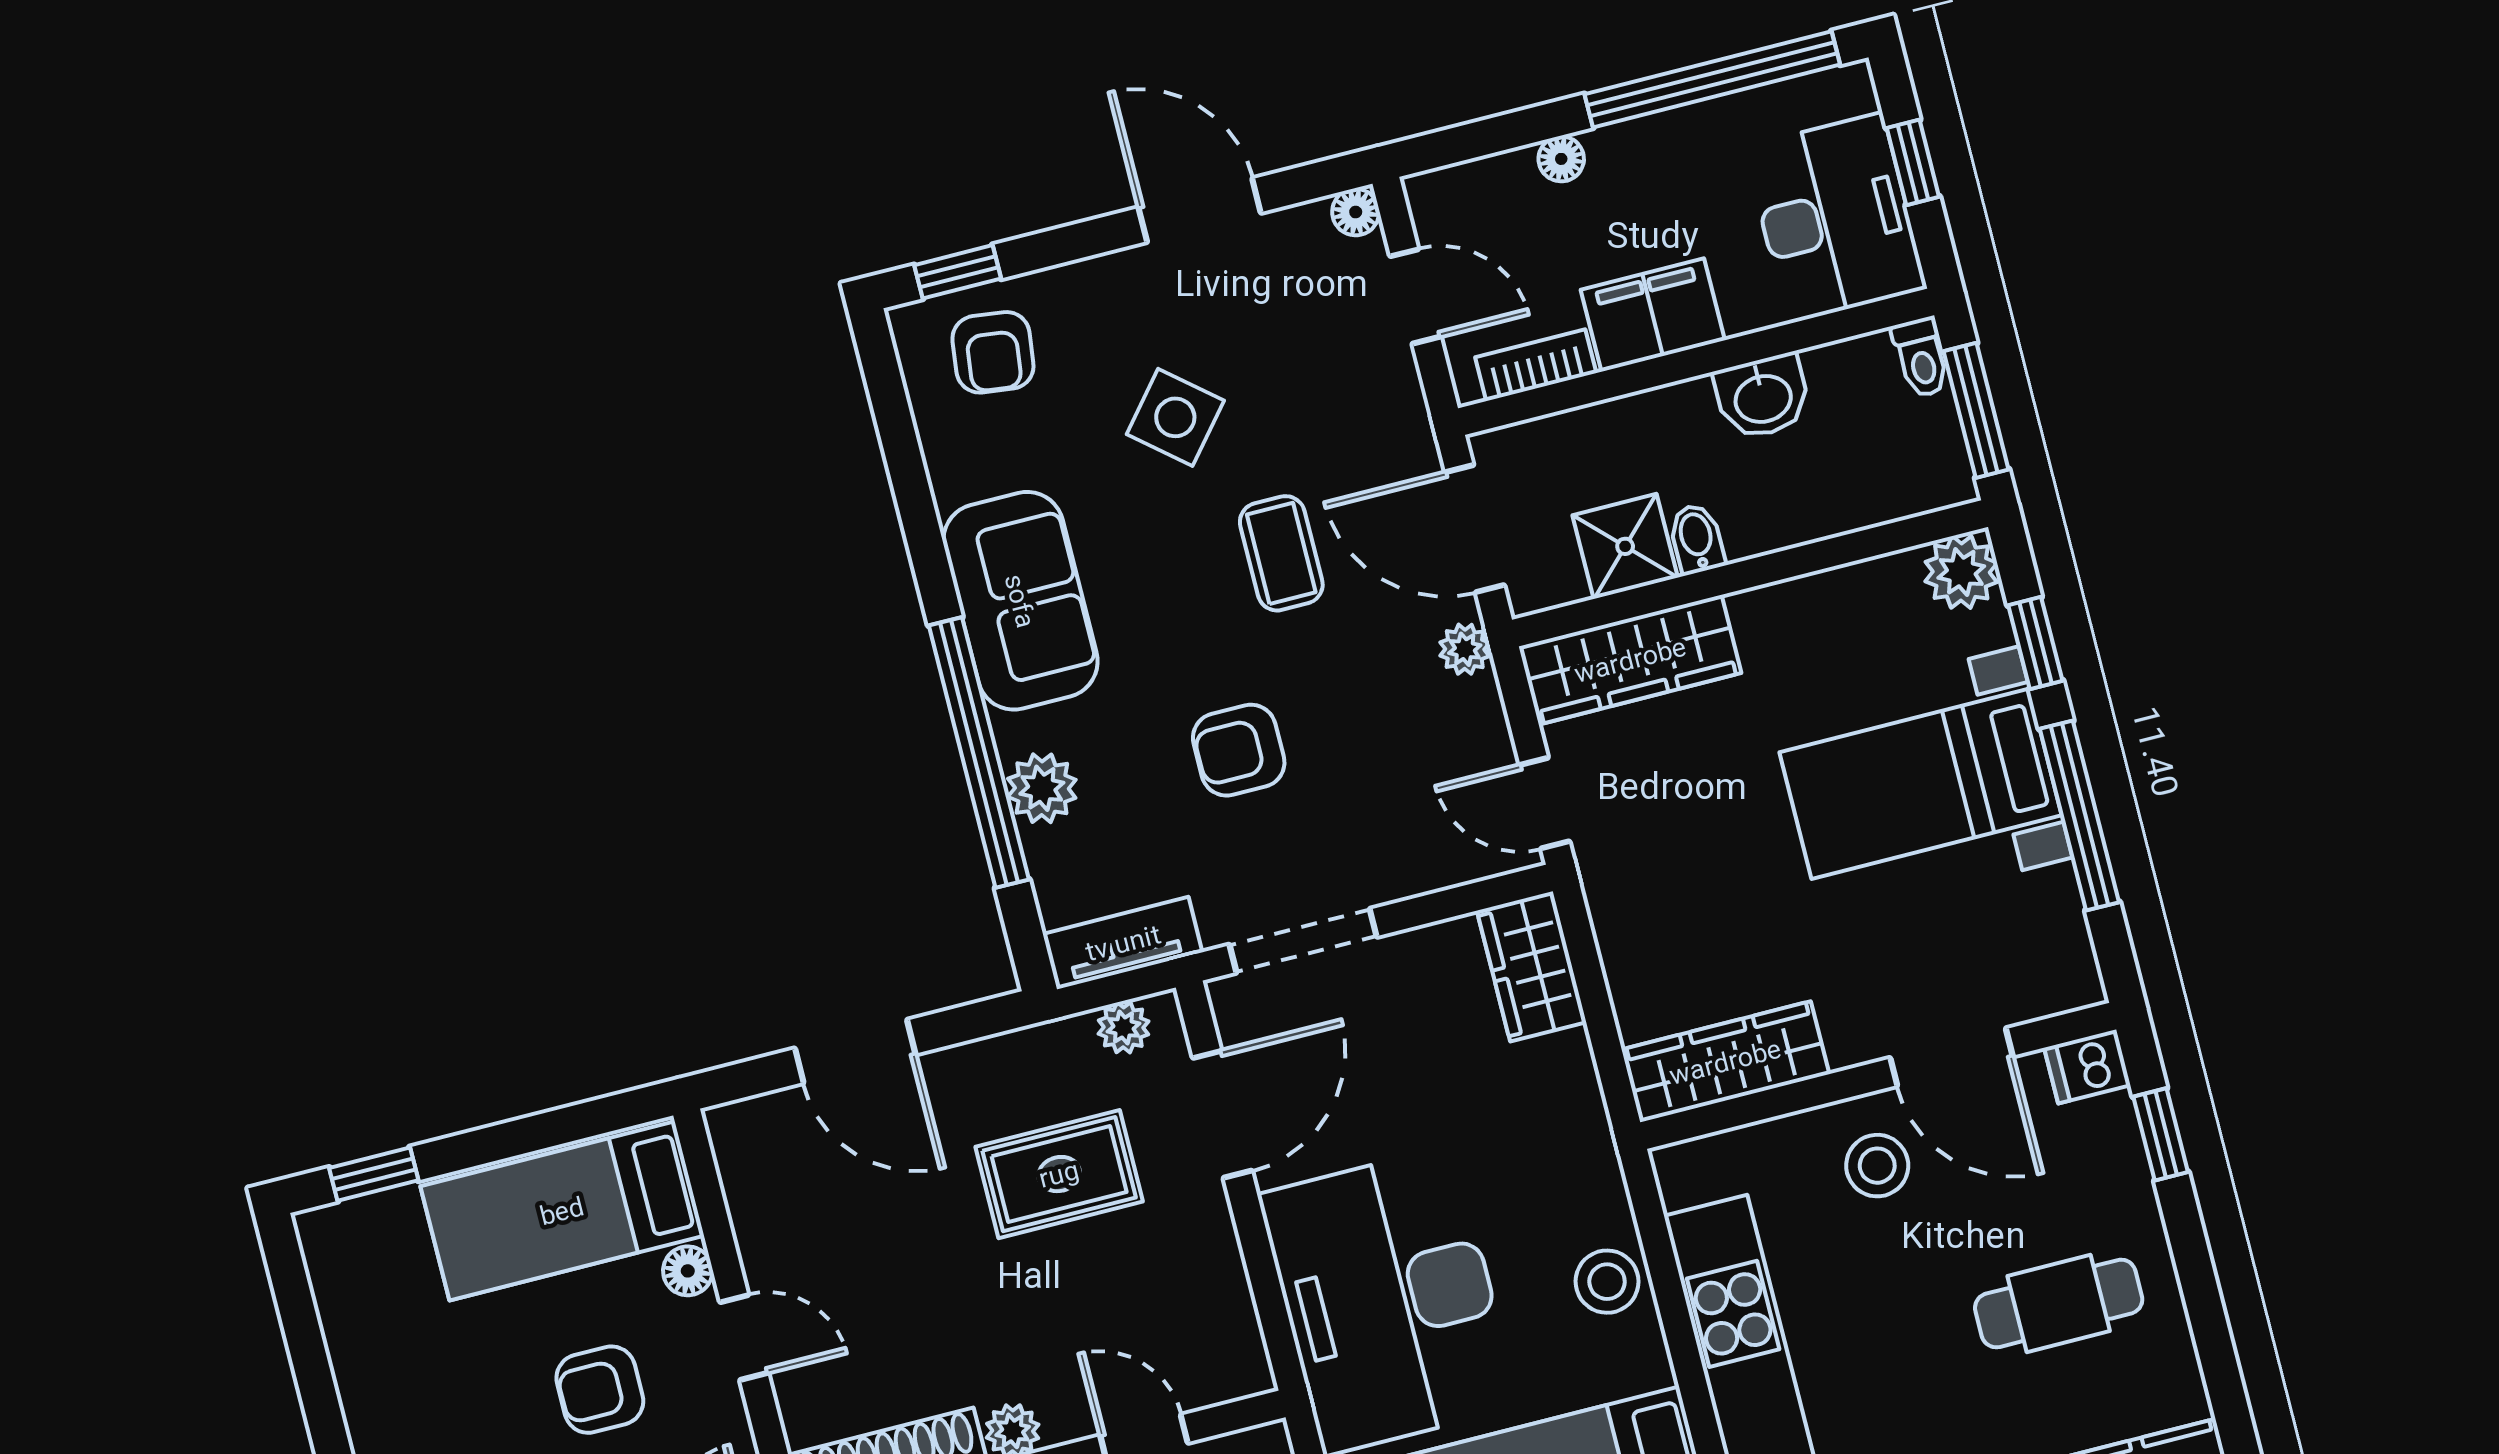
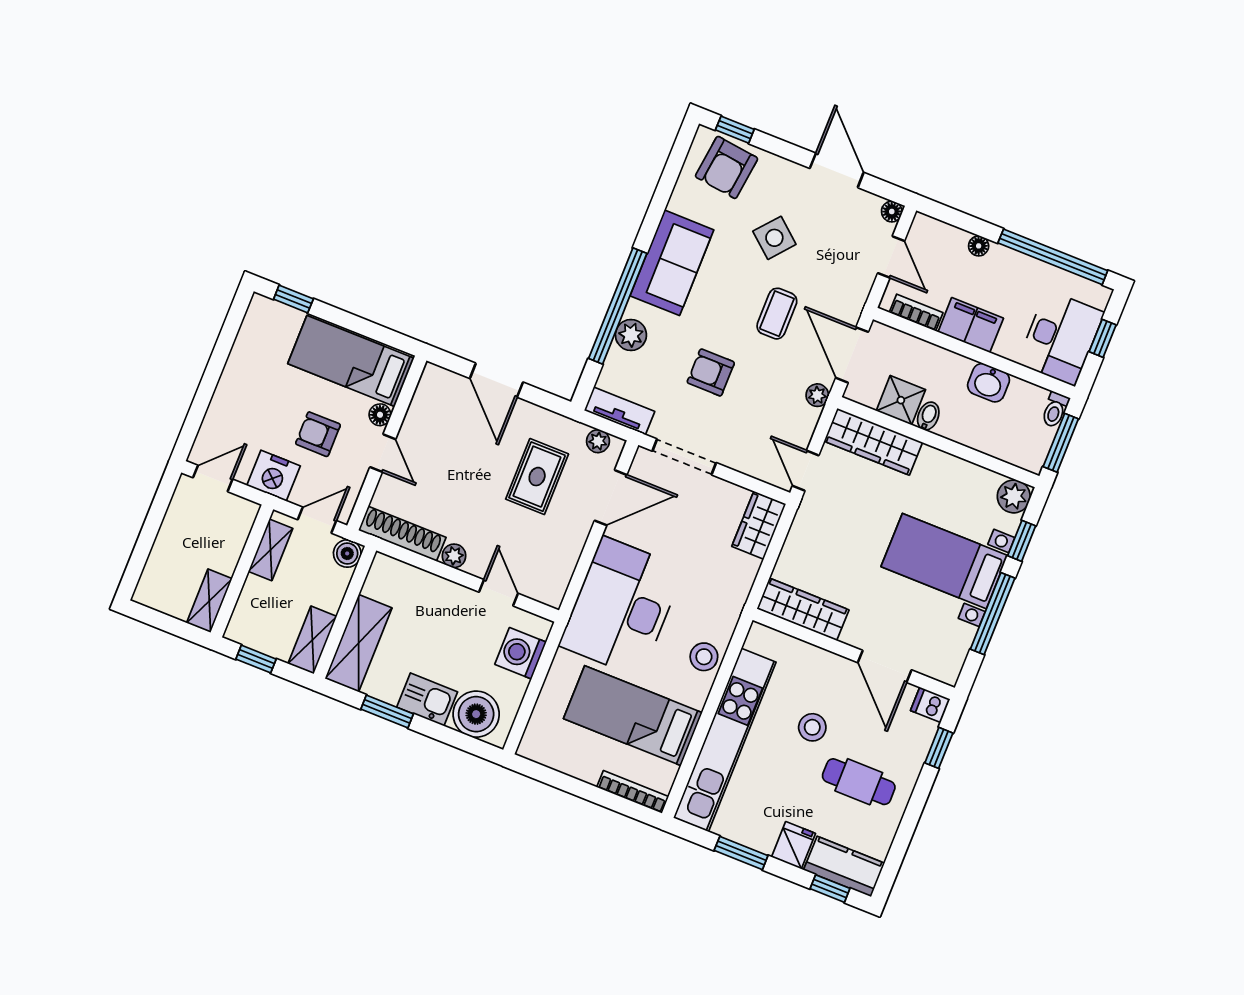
armchair: (993, 352) -> (727, 167), width x1.38, depth x1.38
stool: (1877, 1166) -> (812, 727), moved
rug: (1059, 1174) -> (537, 477), turned 90

